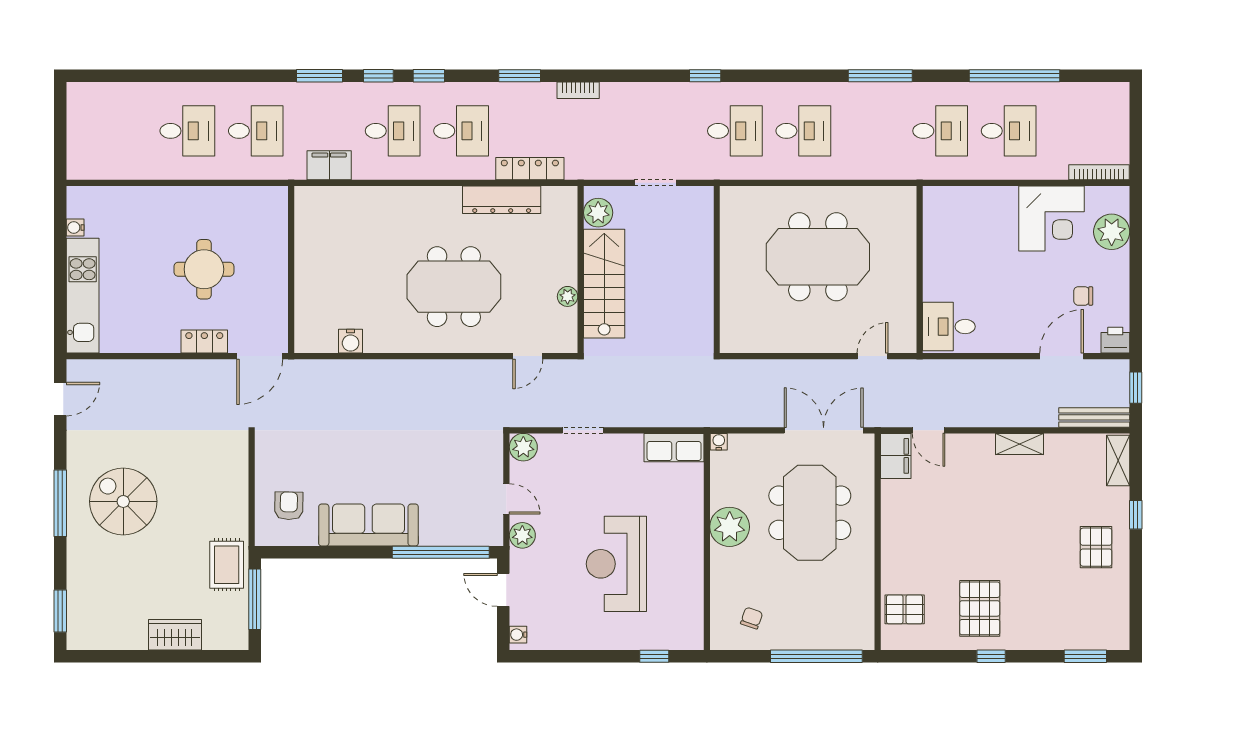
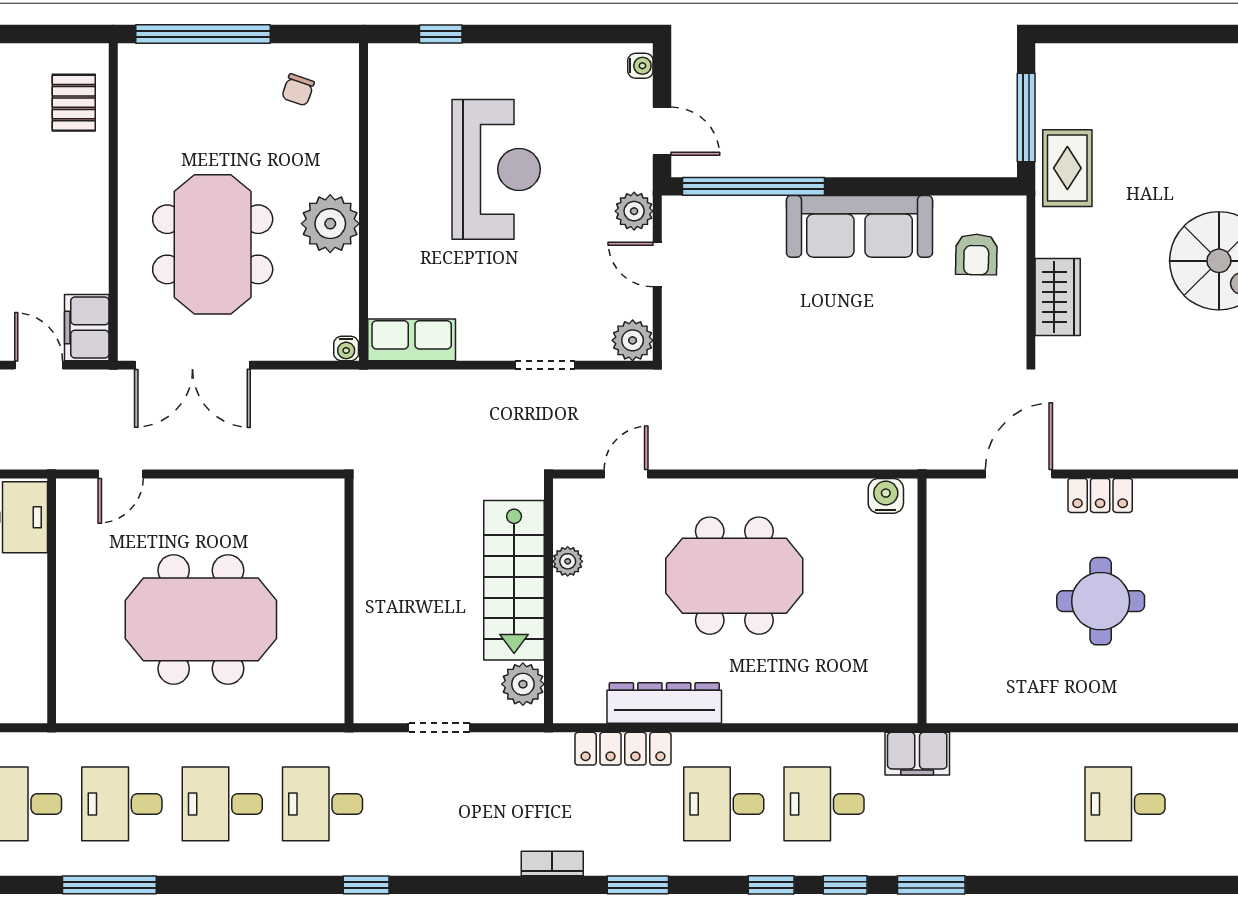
desk: (256, 131) -> (122, 804), moved
wall: (291, 269) -> (922, 601), moved
pallet: (905, 609) -> (74, 103), turned 90
wardrobe: (175, 635) -> (1058, 297), moved, turned -90

